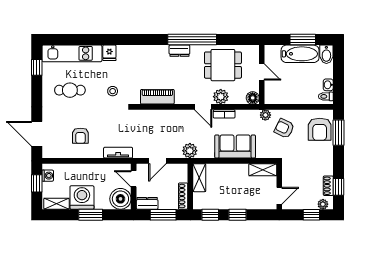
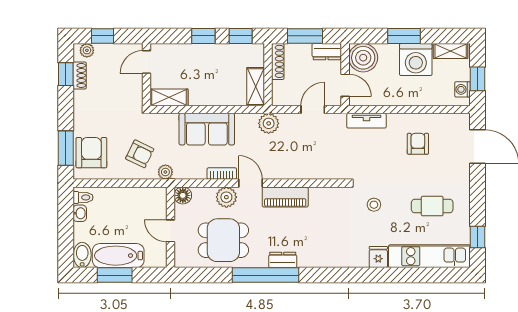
piano: (157, 97) -> (285, 197), moved

